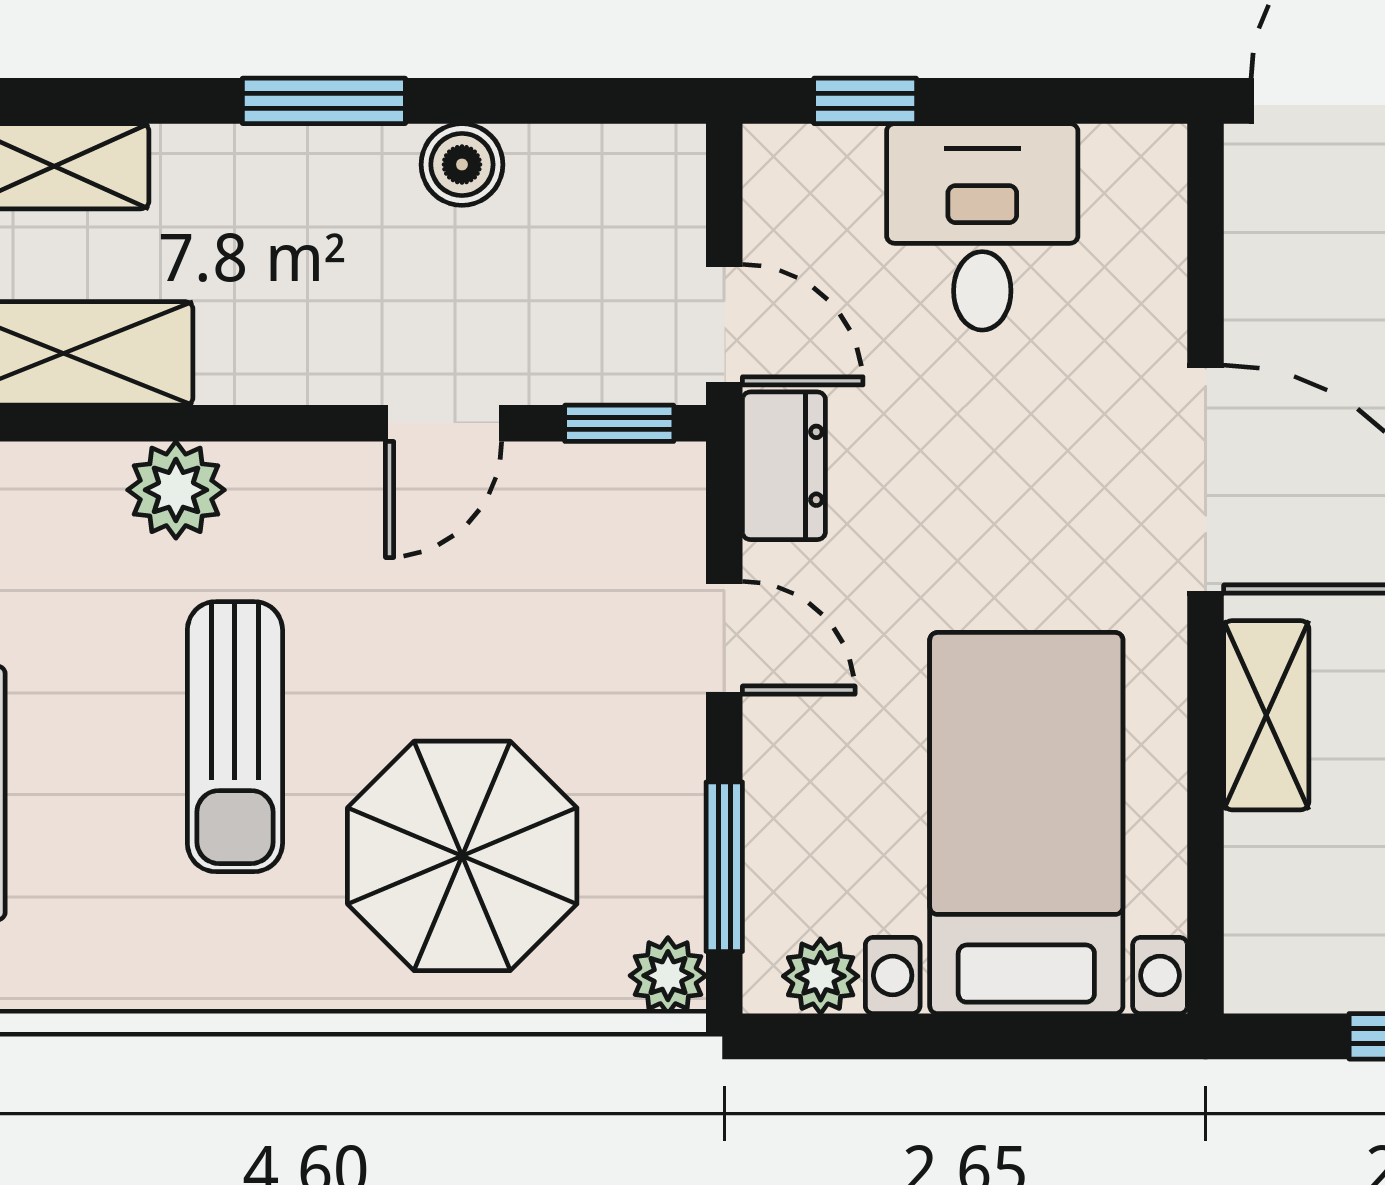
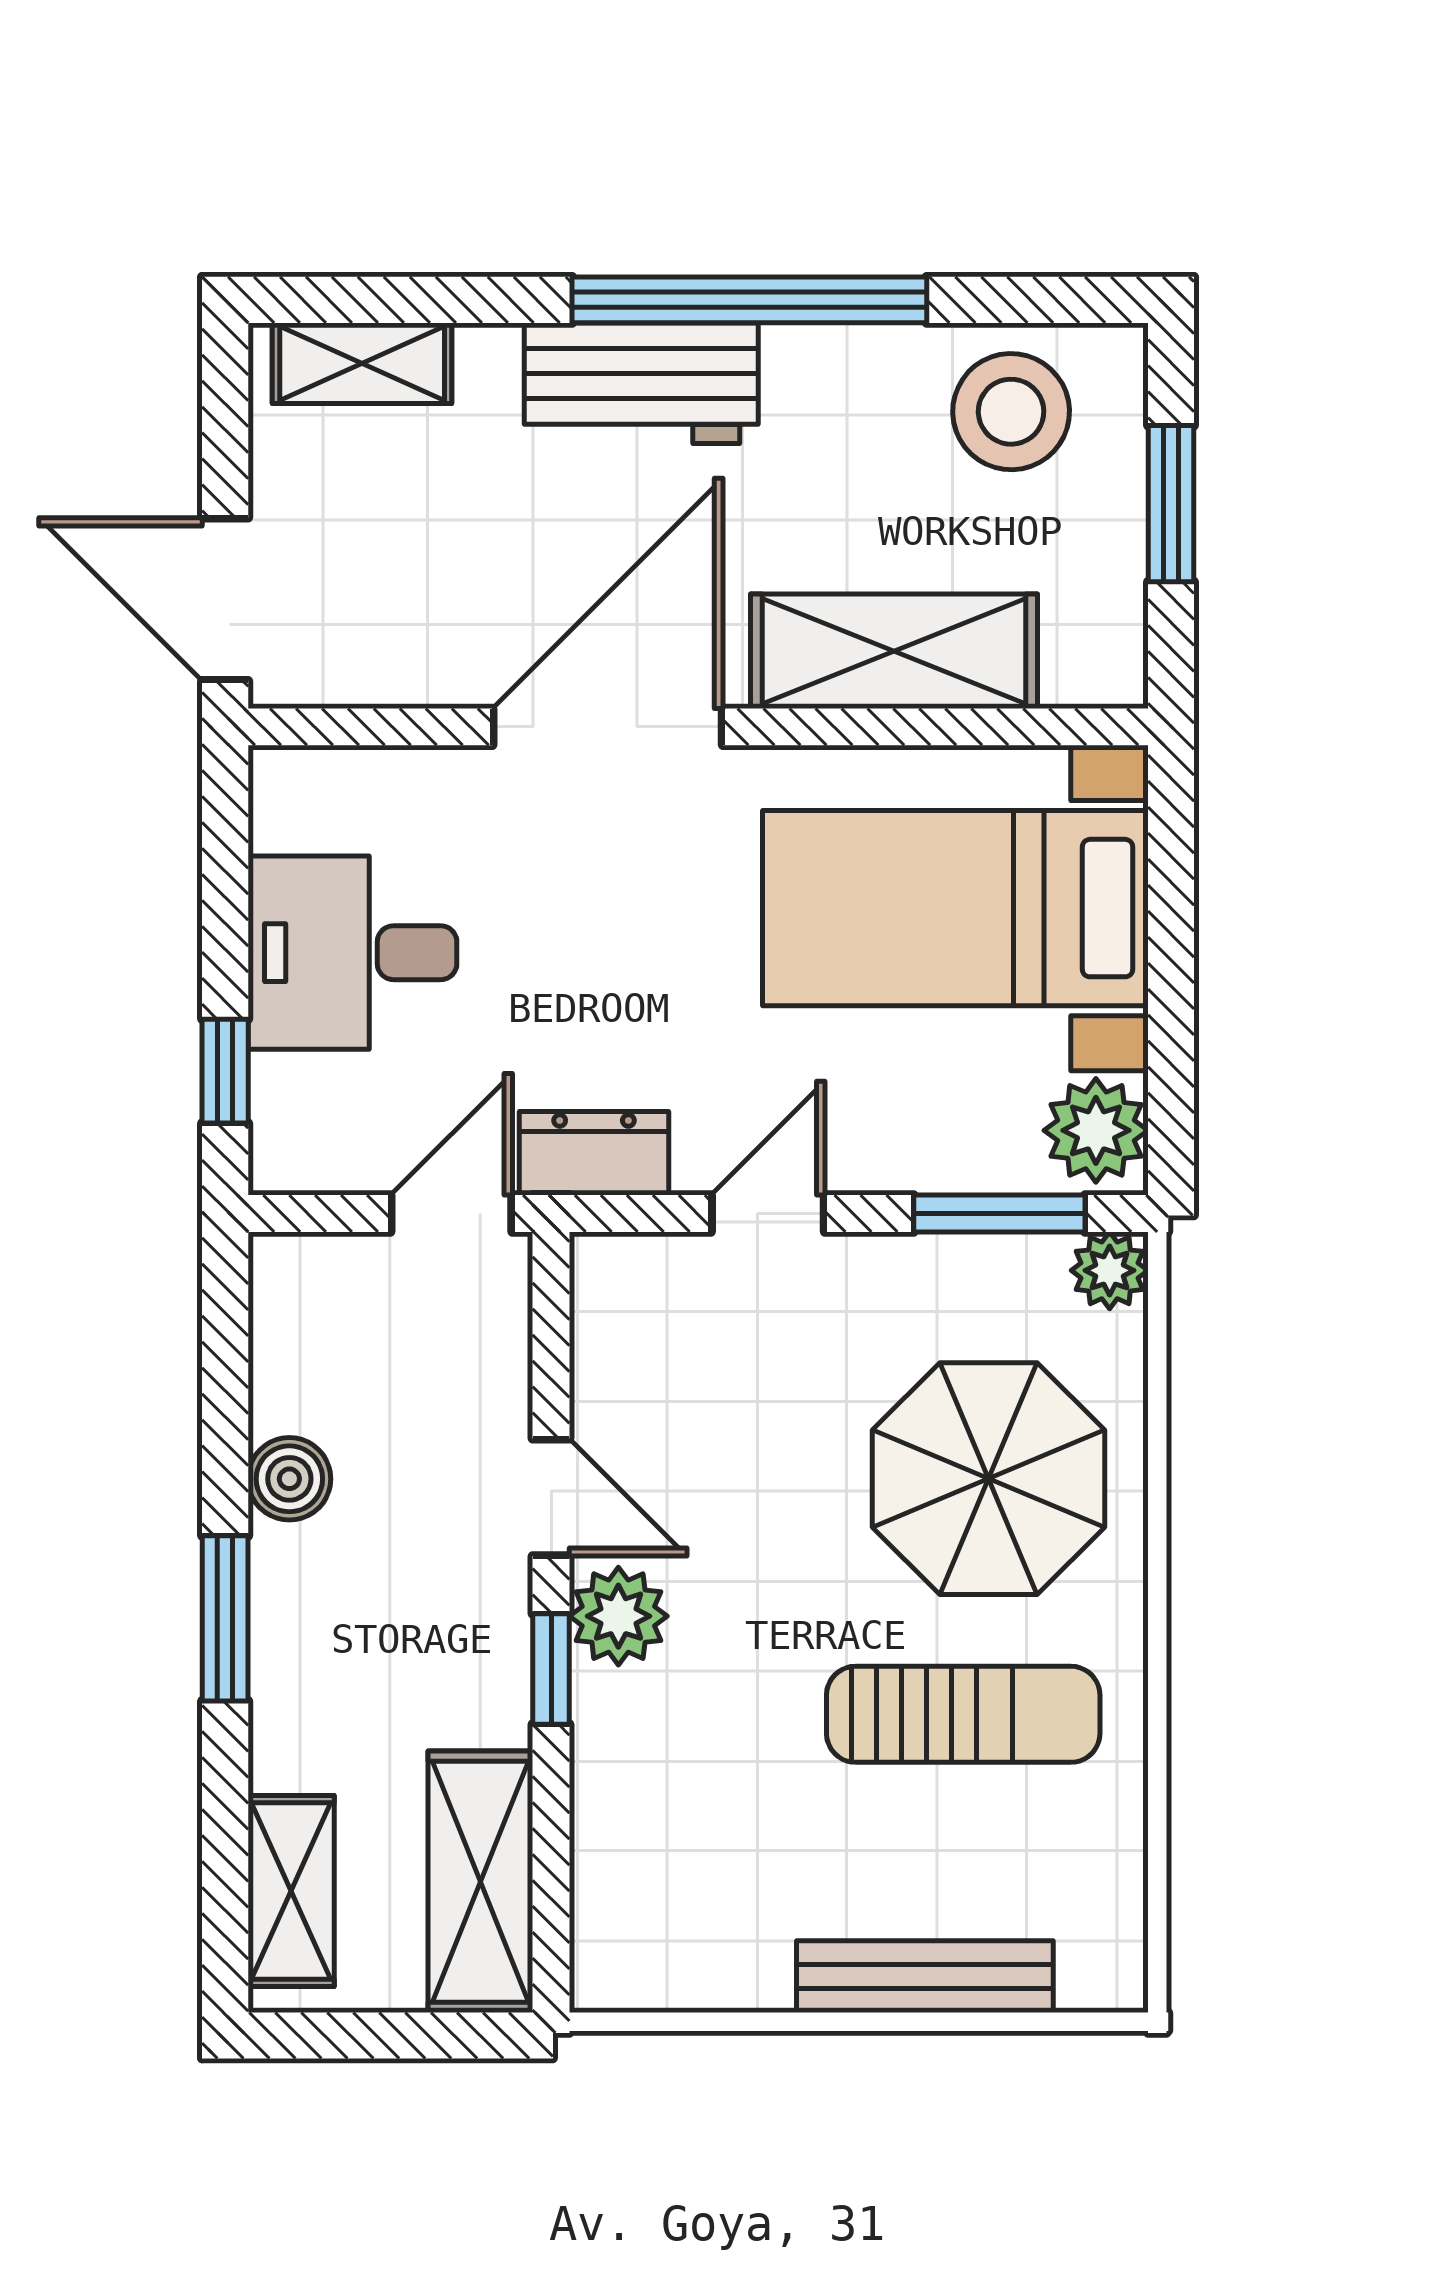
window: (619, 423) -> (551, 1669), moved
plant: (176, 490) -> (618, 1616), moved
shelving: (1266, 715) -> (894, 651), width x1.50, depth x1.33
sun lounger: (235, 737) -> (963, 1714), moved
plant: (821, 976) -> (1096, 1130), width x1.38, depth x1.38

